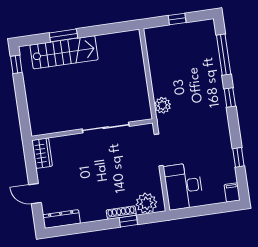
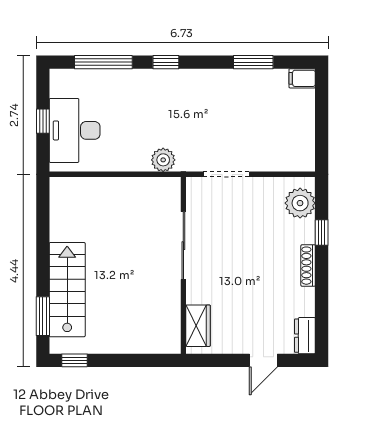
window: (63, 35) -> (43, 316), moved
wardrobe: (42, 153) -> (198, 326), moved, turned 90
window: (238, 157) -> (253, 62), width x1.50
desk: (183, 186) -> (75, 130), moved, turned 90
shoe rack: (121, 213) -> (308, 266), moved
dresser: (61, 219) -> (305, 336), width x0.70

